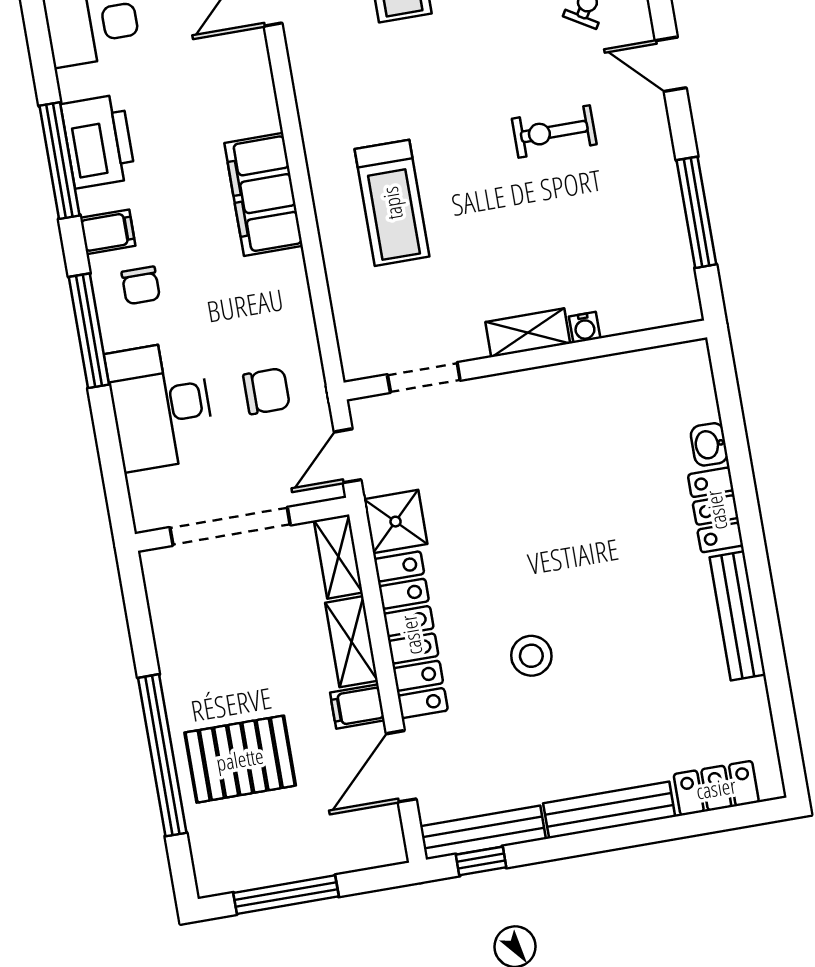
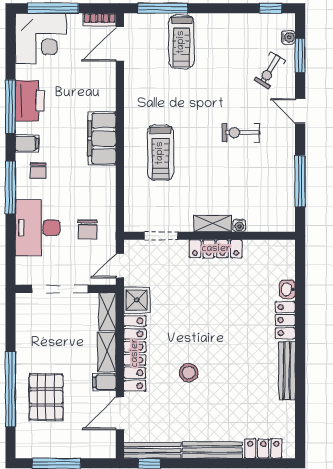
locker: (543, 385) -> (216, 249), added
chair: (266, 391) -> (88, 229), turned 90
pallet: (240, 759) -> (46, 397), turned 90

